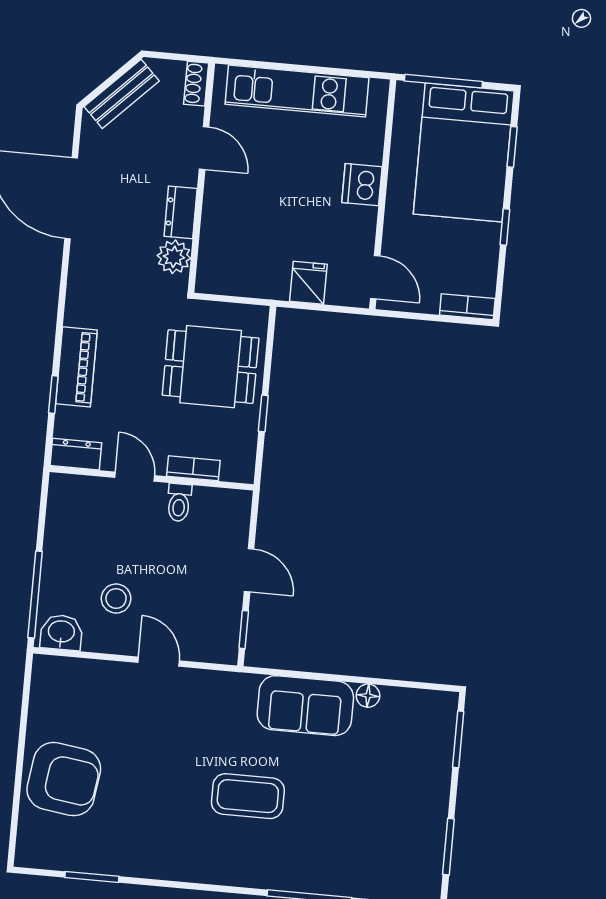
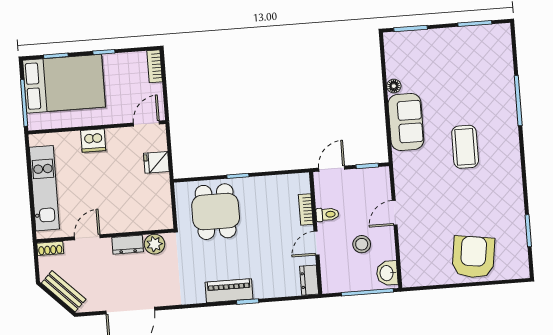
dresser: (76, 454) -> (309, 280), moved
bookcase: (193, 468) -> (306, 209), moved
door: (135, 477) -> (316, 243), moved
wall: (152, 478) -> (316, 233), moved
toilet: (179, 503) -> (327, 214), moved

